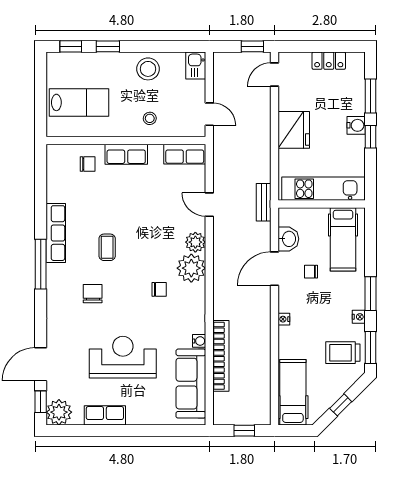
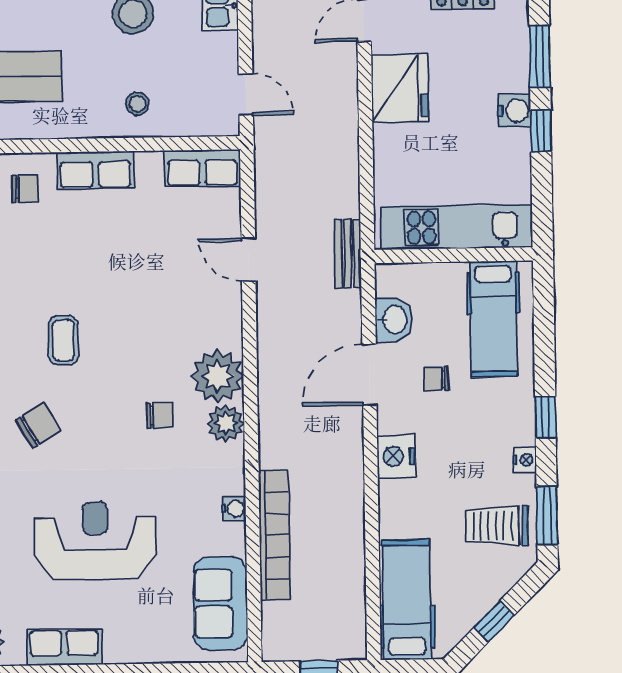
fridge: (294, 130) -> (400, 88), moved
plant: (195, 242) -> (226, 423), moved
chair: (93, 294) -> (38, 425), turned 59
window: (371, 294) -> (545, 417), width x0.67
nightstand: (284, 319) -> (396, 456), width x1.89, depth x1.79
sofa: (191, 384) -> (220, 603), width x0.73

